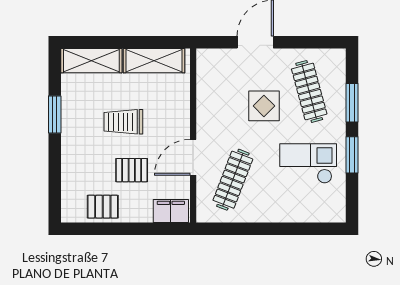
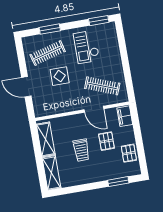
window: (55, 115) -> (118, 182), moved
window: (352, 155) -> (99, 21), moved

